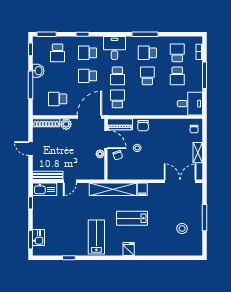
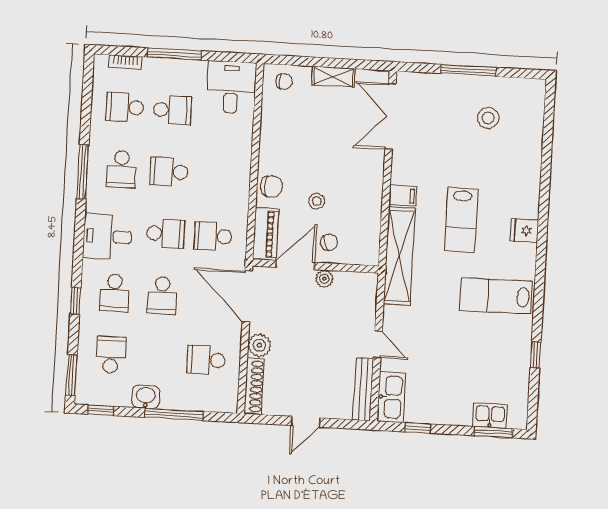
school desk: (58, 53) -> (111, 355), turned -90
school desk: (58, 99) -> (206, 360), turned 90

